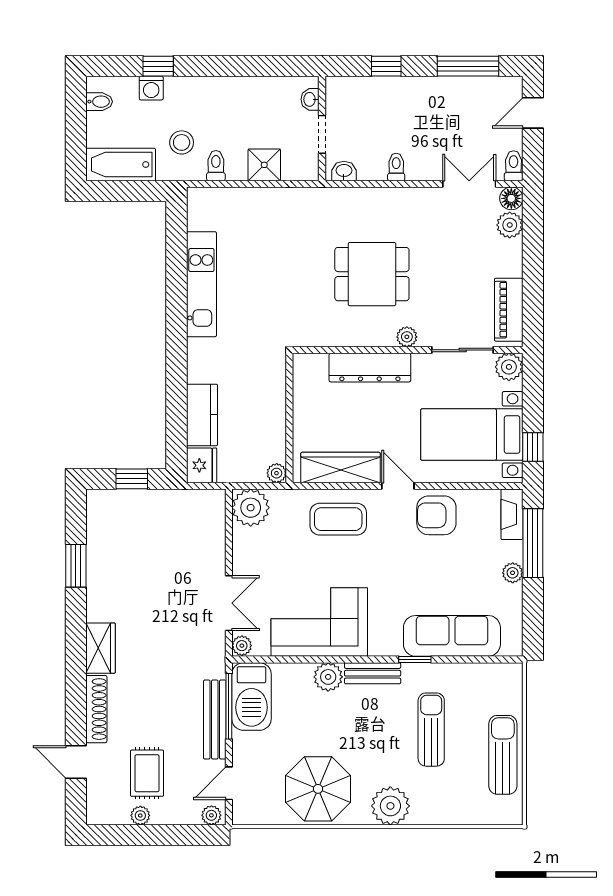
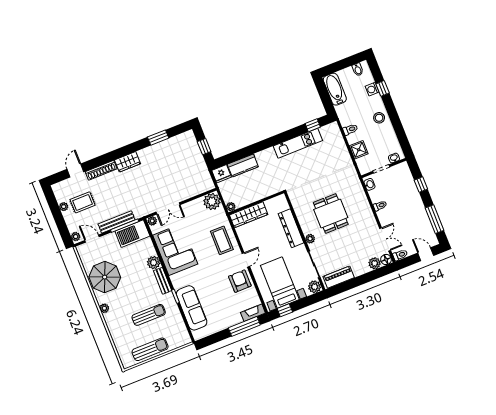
stool: (182, 142) -> (379, 118), moved
window: (177, 239) -> (313, 125), added
wardrobe: (341, 468) -> (249, 215), moved, turned 90
plant: (513, 573) -> (228, 323), removed
plant: (390, 806) -> (104, 308), width x0.53, depth x0.53

